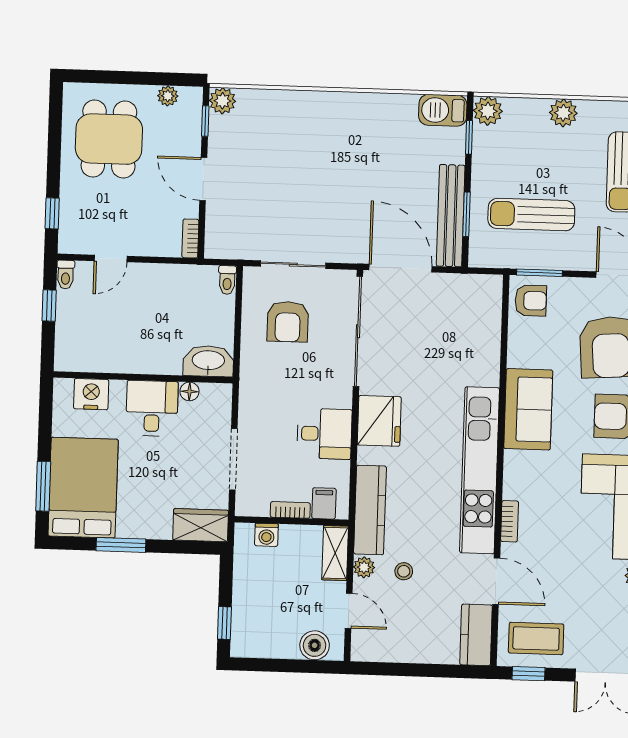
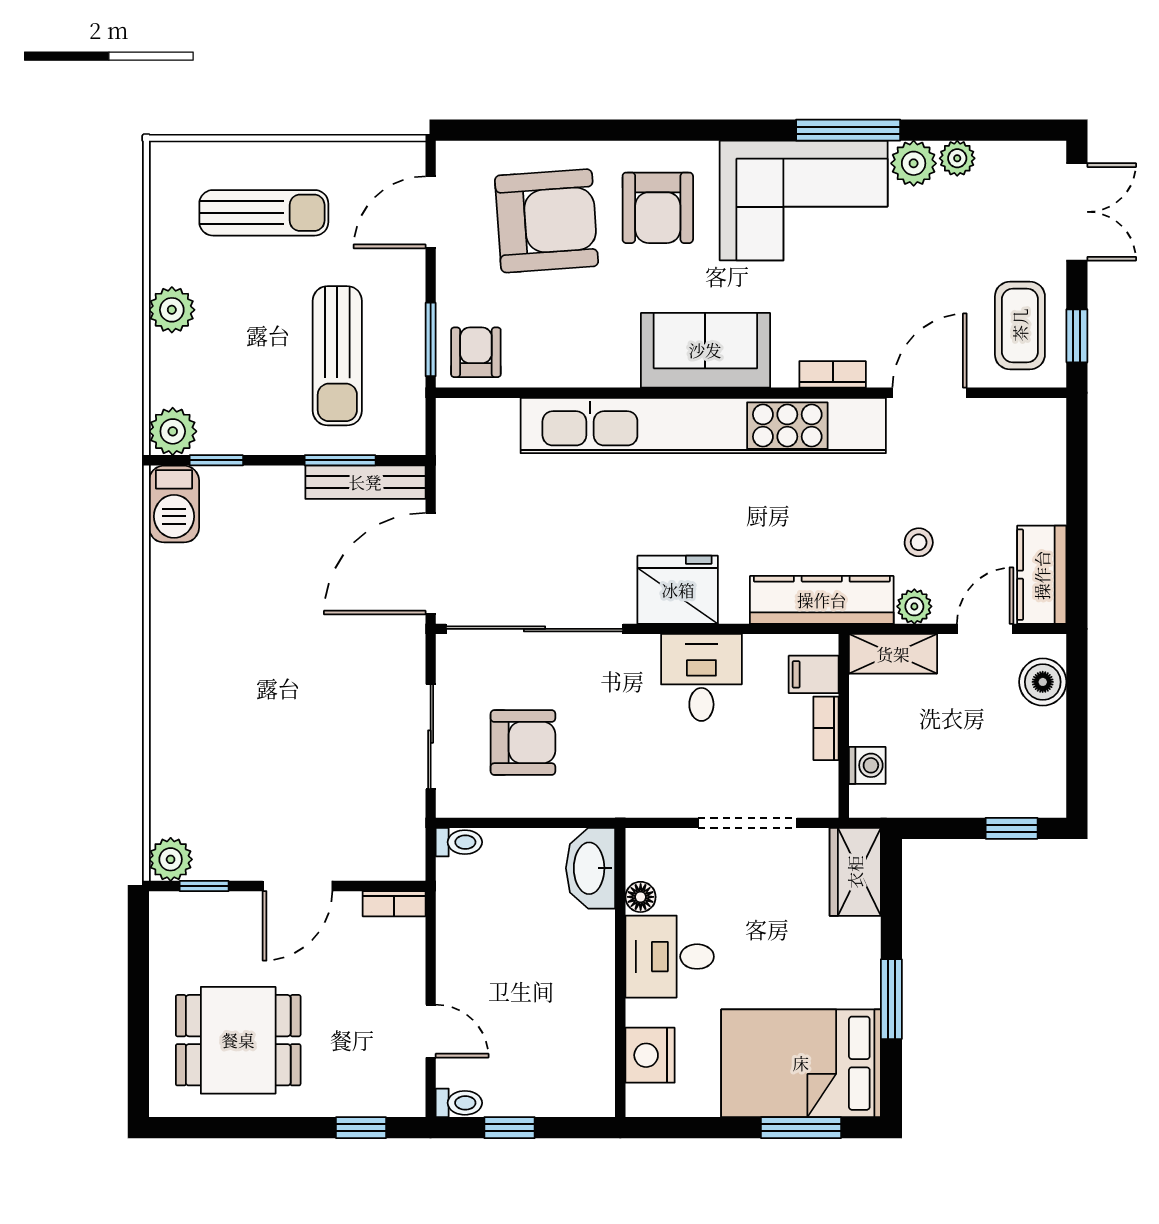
plant: (168, 96) -> (166, 948), removed
bench: (451, 216) -> (365, 482), width x0.73, depth x0.82
sofa: (528, 409) -> (705, 350), moved
kitchen unit: (480, 470) -> (703, 426), width x1.36
kitchen counter: (476, 635) -> (1042, 575), moved, turned 90

